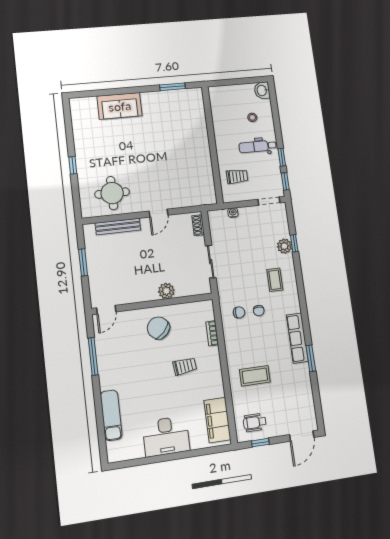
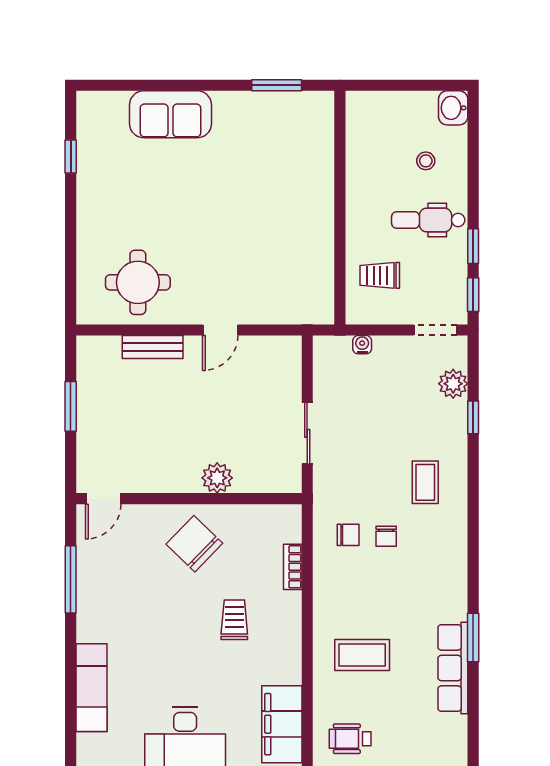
window: (73, 165) -> (71, 156), moved
trolley: (237, 177) -> (380, 275), turned 180
shoe rack: (198, 225) -> (292, 361), removed
bench: (118, 226) -> (153, 347), width x0.73
plant: (284, 246) -> (453, 384), moved
row of seats: (297, 338) -> (453, 668), moved
trolley: (185, 366) -> (234, 620), turned -84

